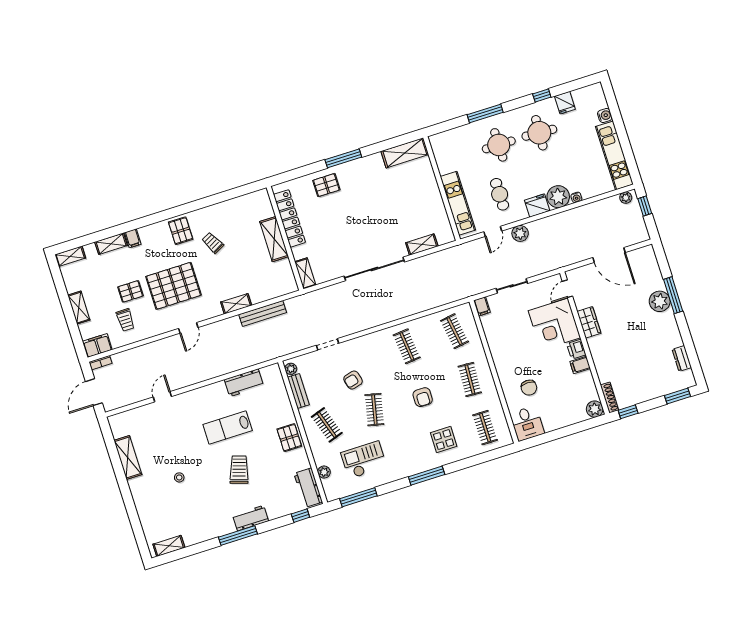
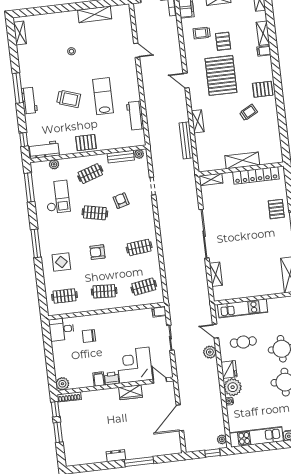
plant: (660, 301) -> (136, 450), removed
dresser: (682, 358) -> (116, 456), moved
window: (677, 396) -> (58, 432), moved

